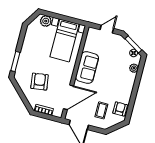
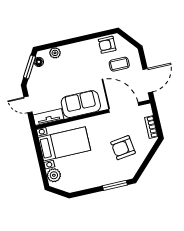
tv unit: (90, 39) -> (48, 117), added

